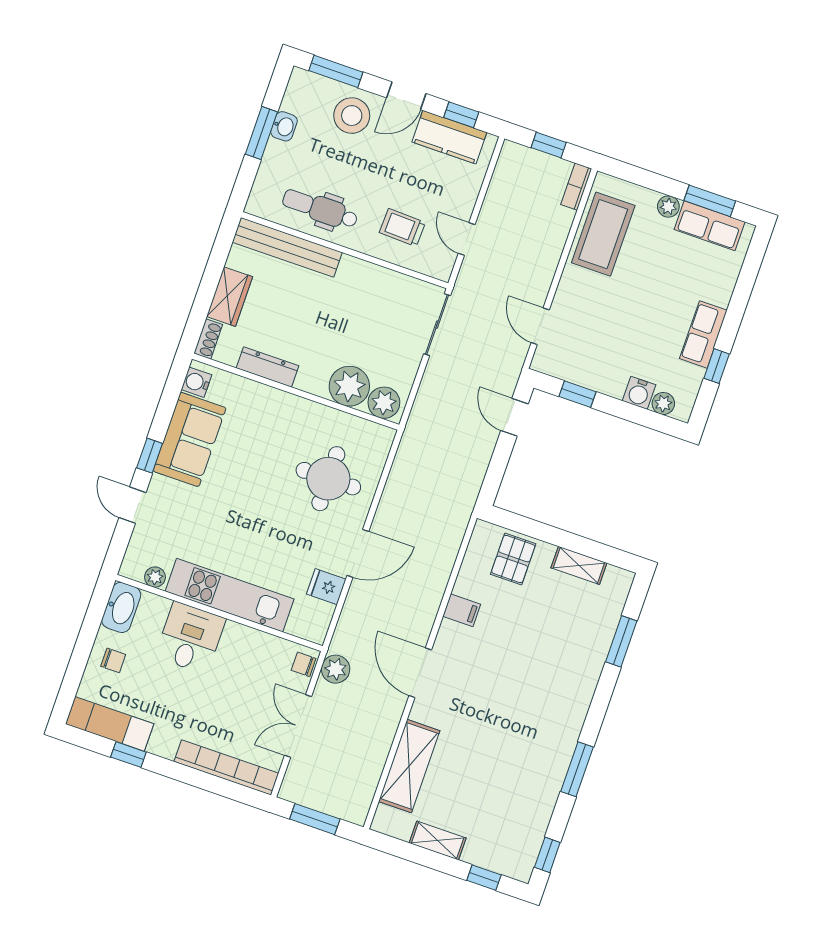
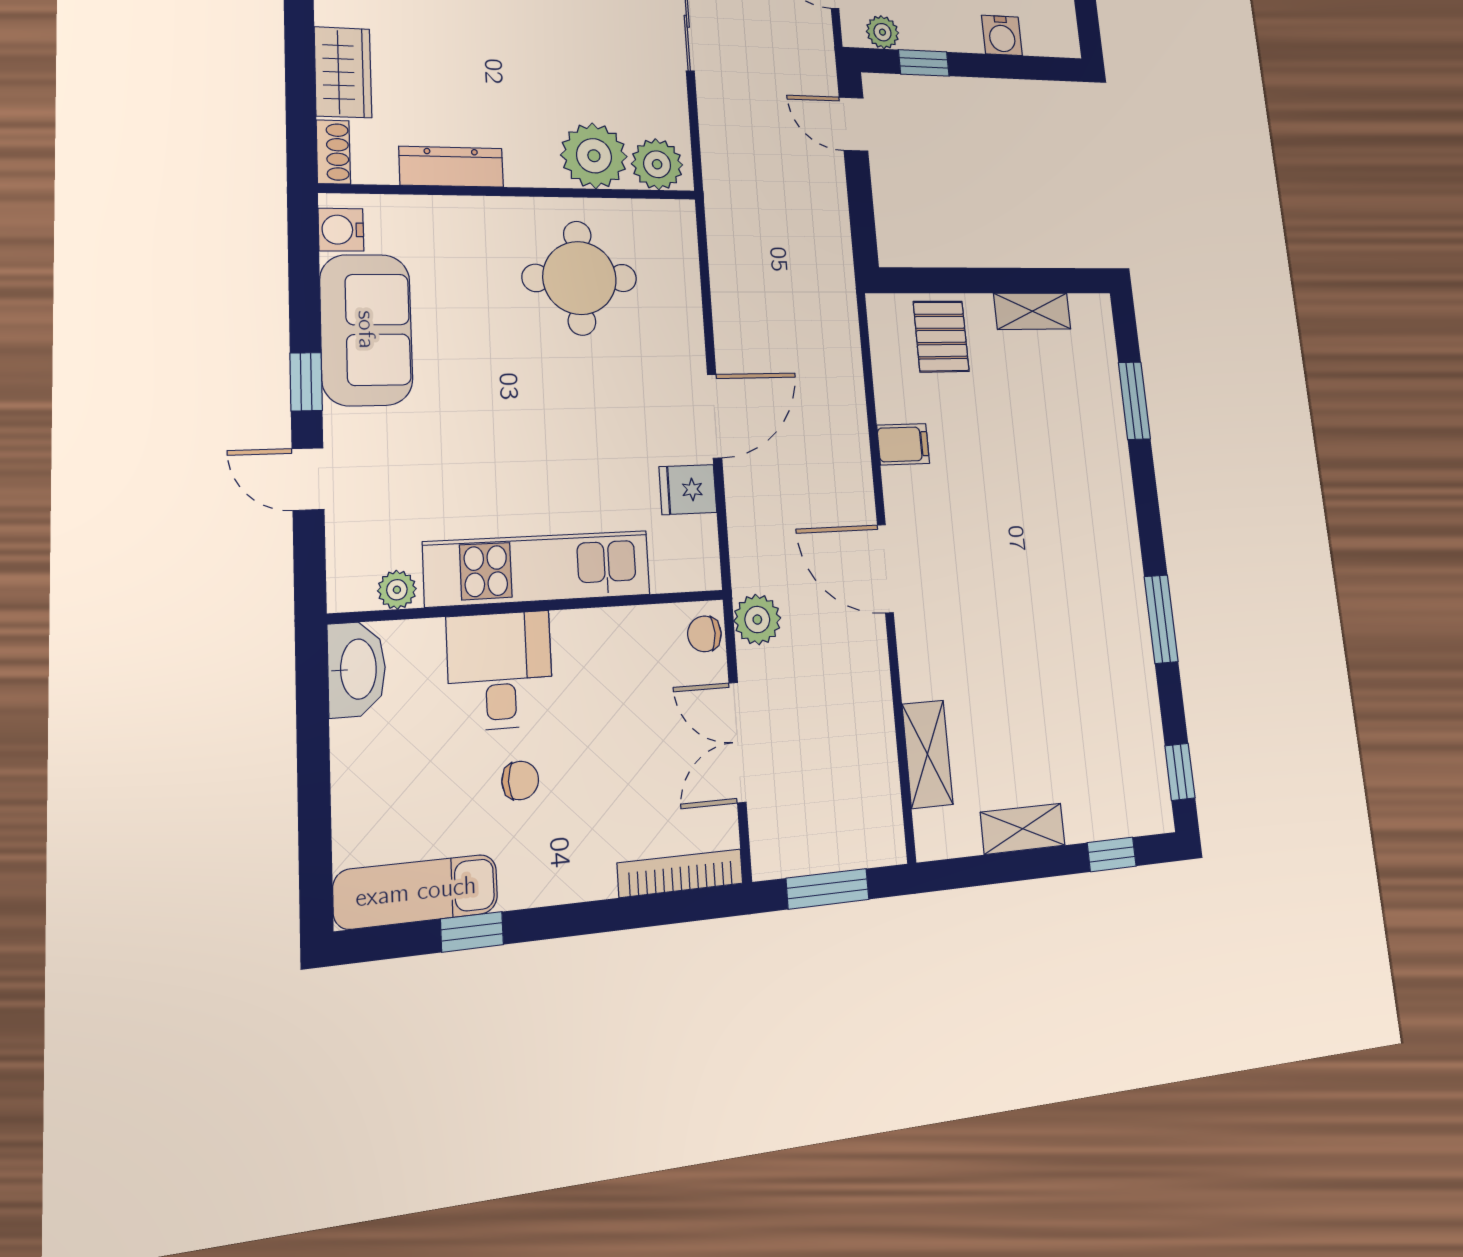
plant: (663, 403) -> (882, 32), moved
round table: (328, 479) -> (580, 278), moved
chair: (113, 660) -> (520, 780), moved
shelving: (409, 766) -> (927, 754), width x0.67, depth x0.75
bookcase: (226, 767) -> (680, 873), width x0.68, depth x0.76

